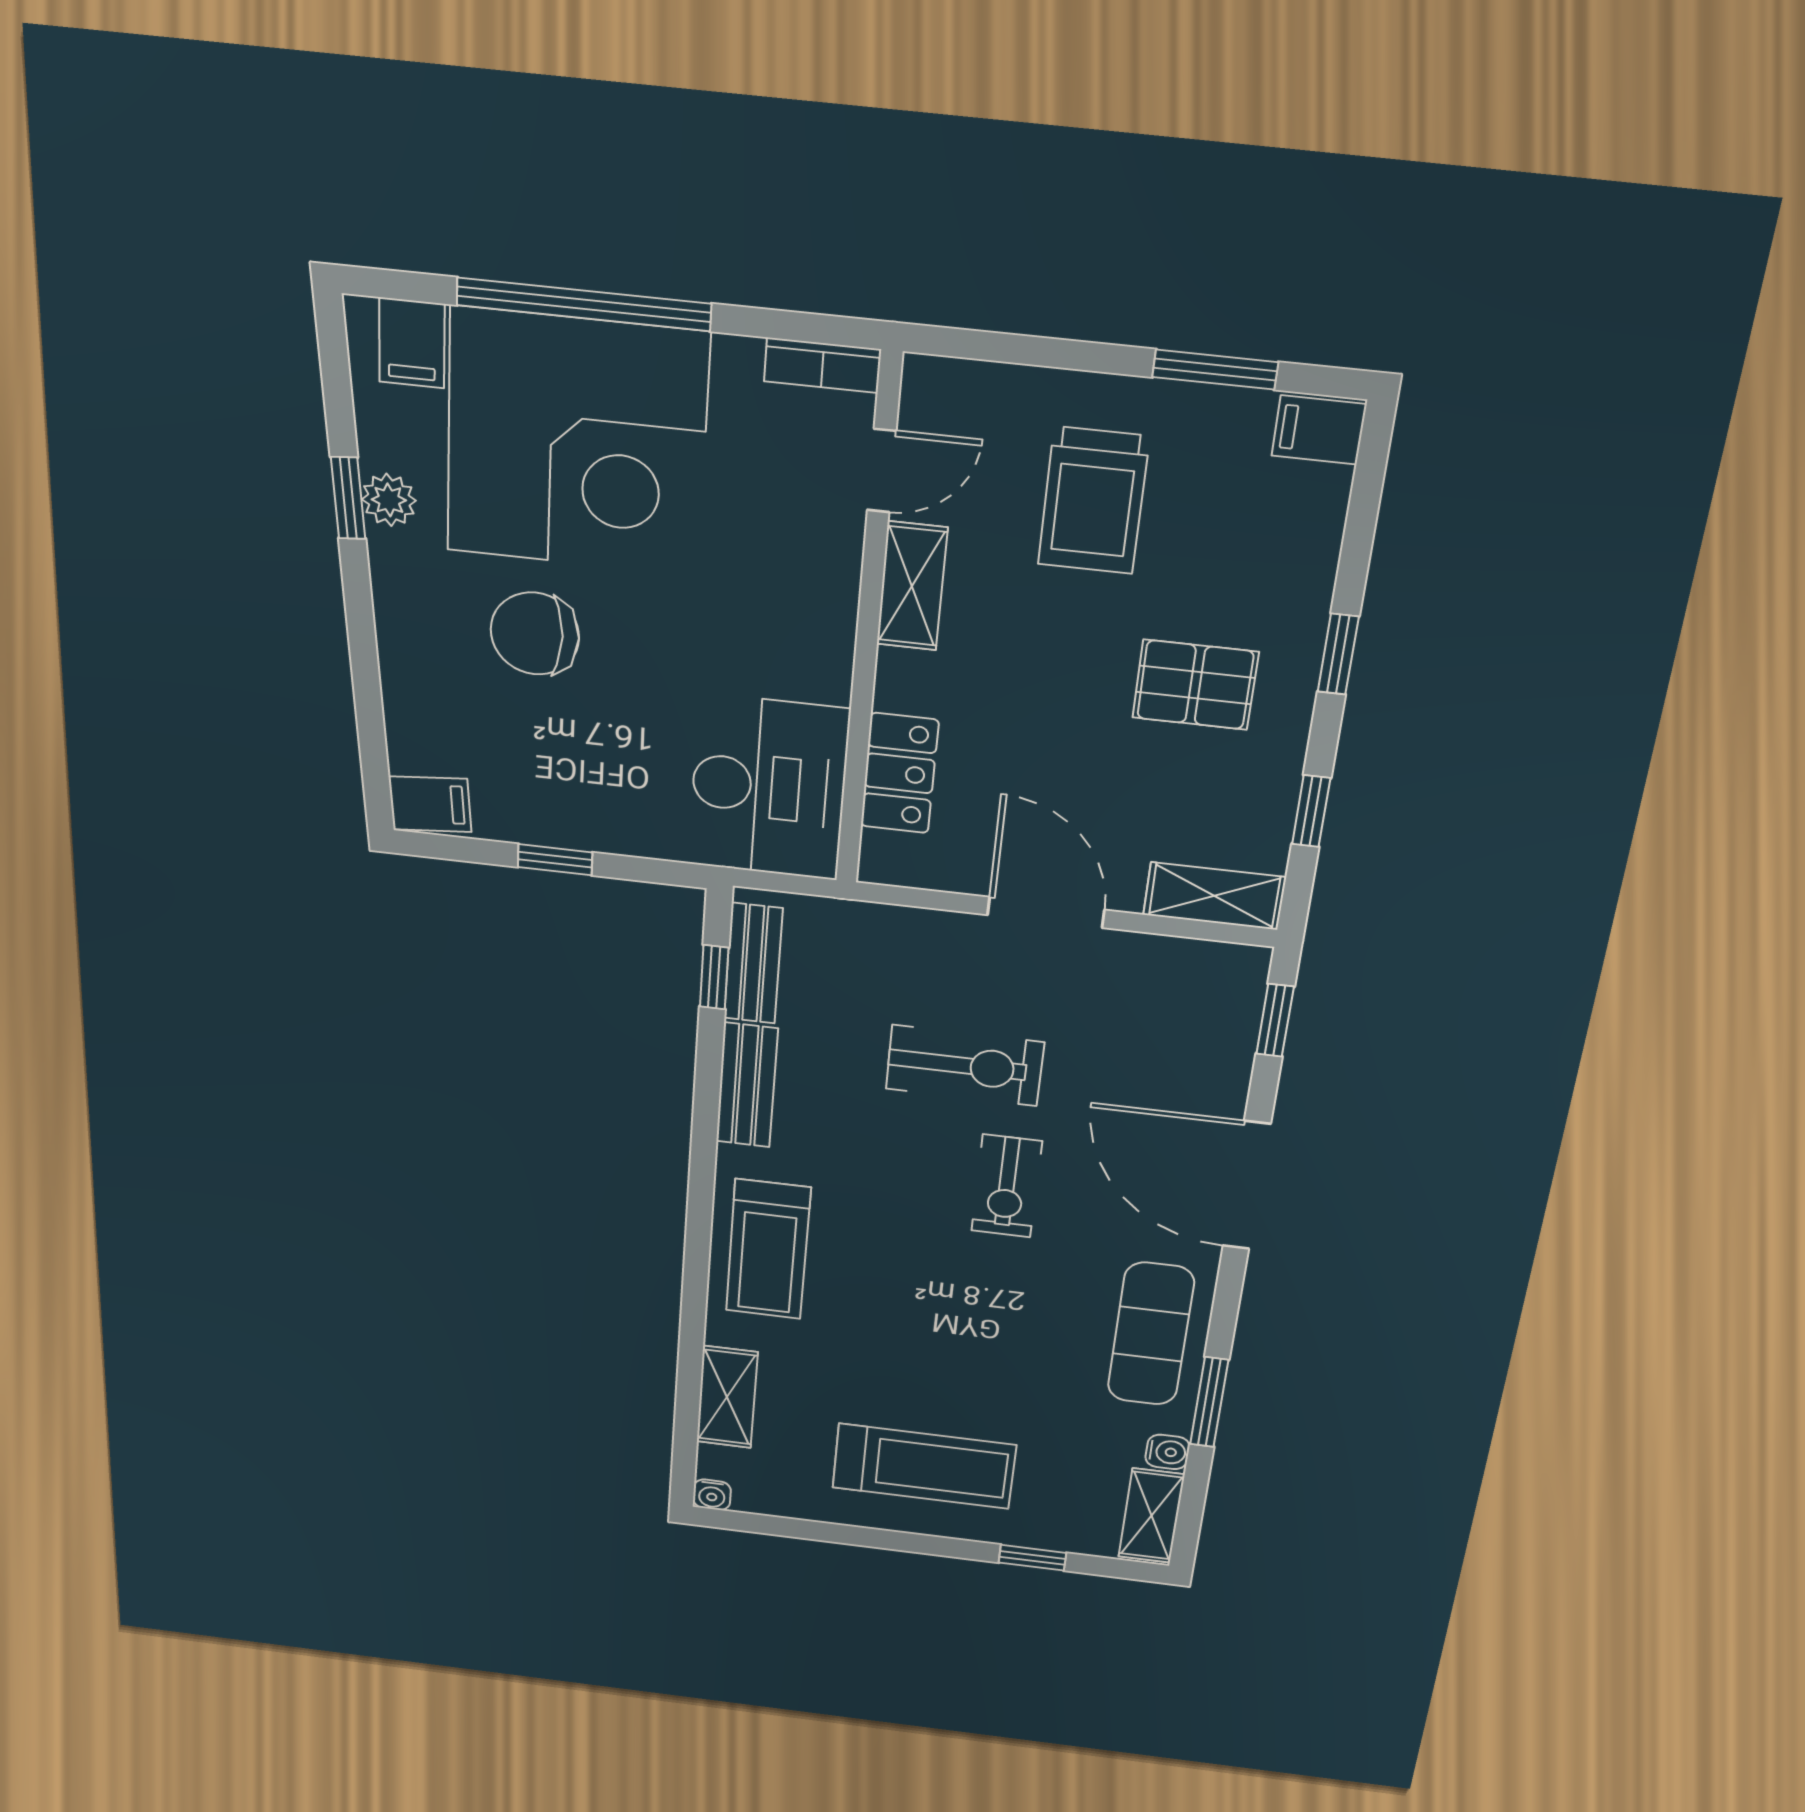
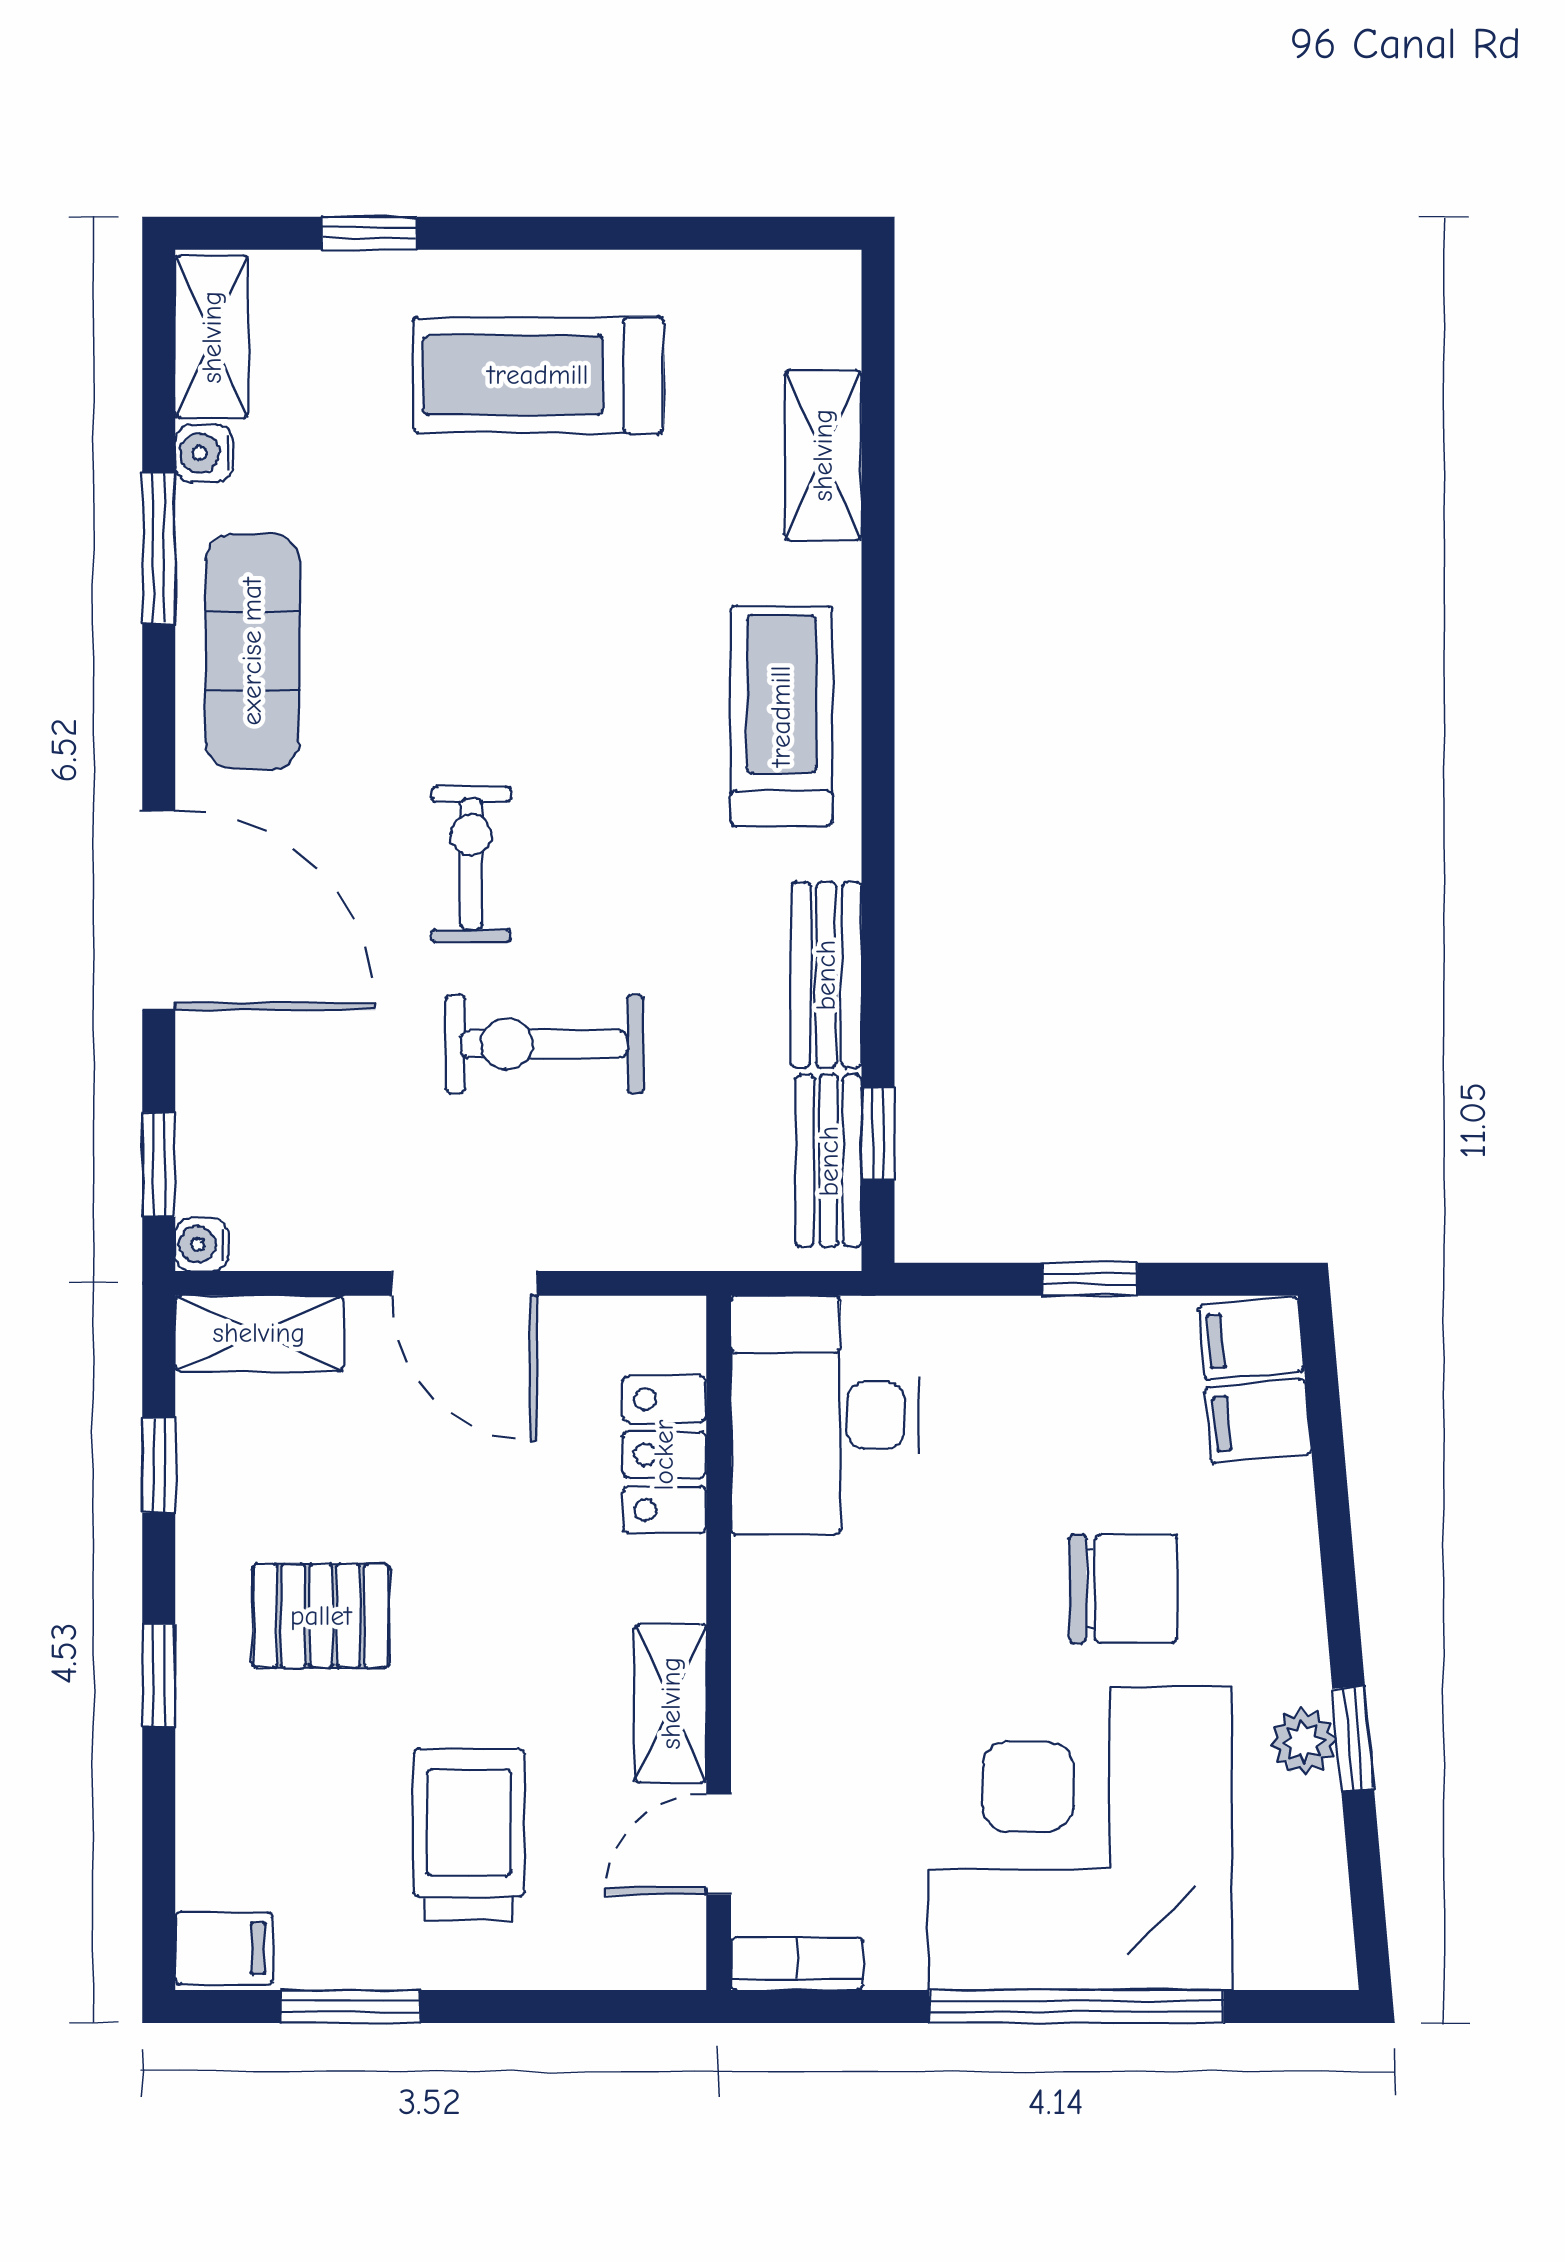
filing cabinet: (412, 343) -> (1258, 1421), moved, turned -95
water cooler: (712, 1495) -> (202, 1244), moved, turned -90

